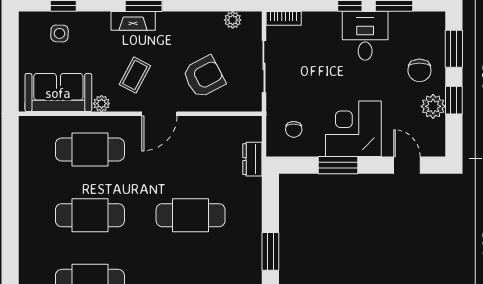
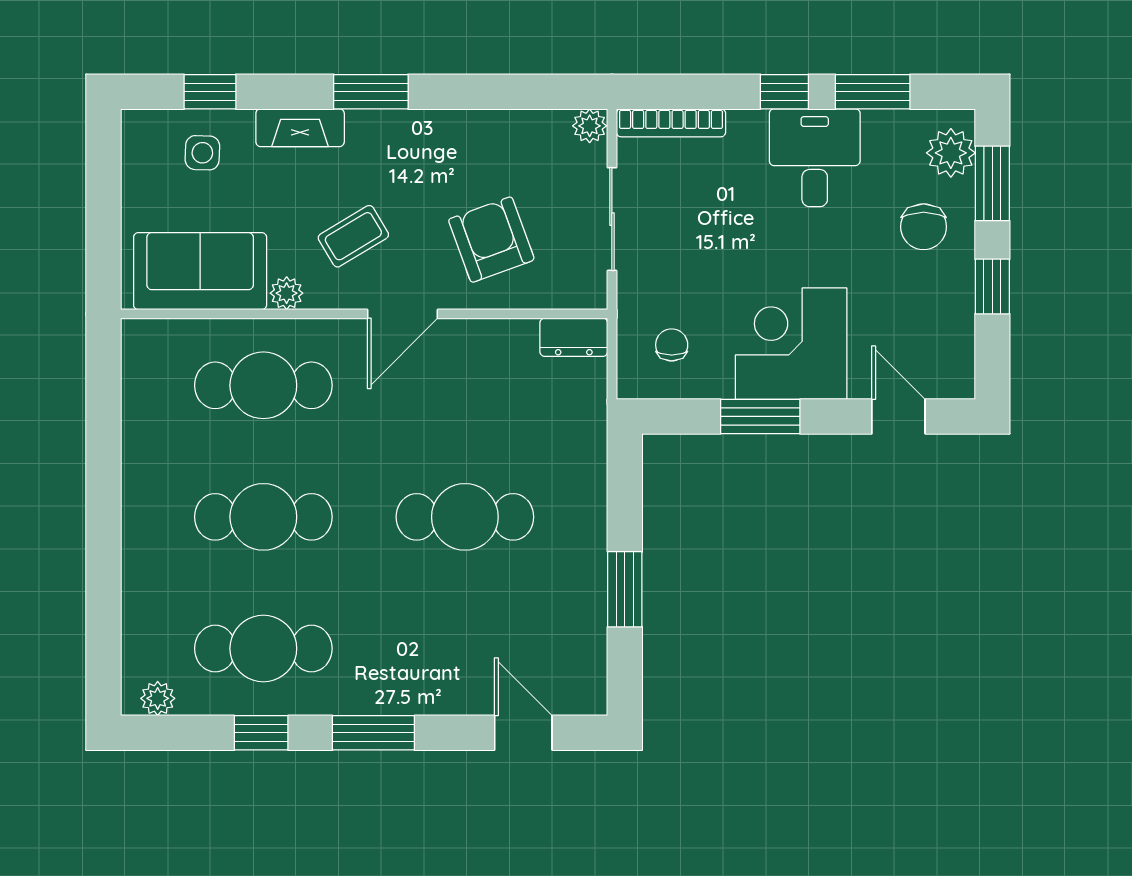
bookcase: (284, 18) -> (671, 123), width x1.56
plant: (233, 20) -> (590, 126), moved
fireplace: (133, 21) -> (300, 128), moved
coffee table: (135, 75) -> (353, 236), turned 31
armchair: (204, 77) -> (491, 240), turned -82
plant: (433, 106) -> (951, 153), moved
chair: (294, 129) -> (672, 345), turned 180
dresser: (252, 159) -> (574, 337), moved, turned -90

